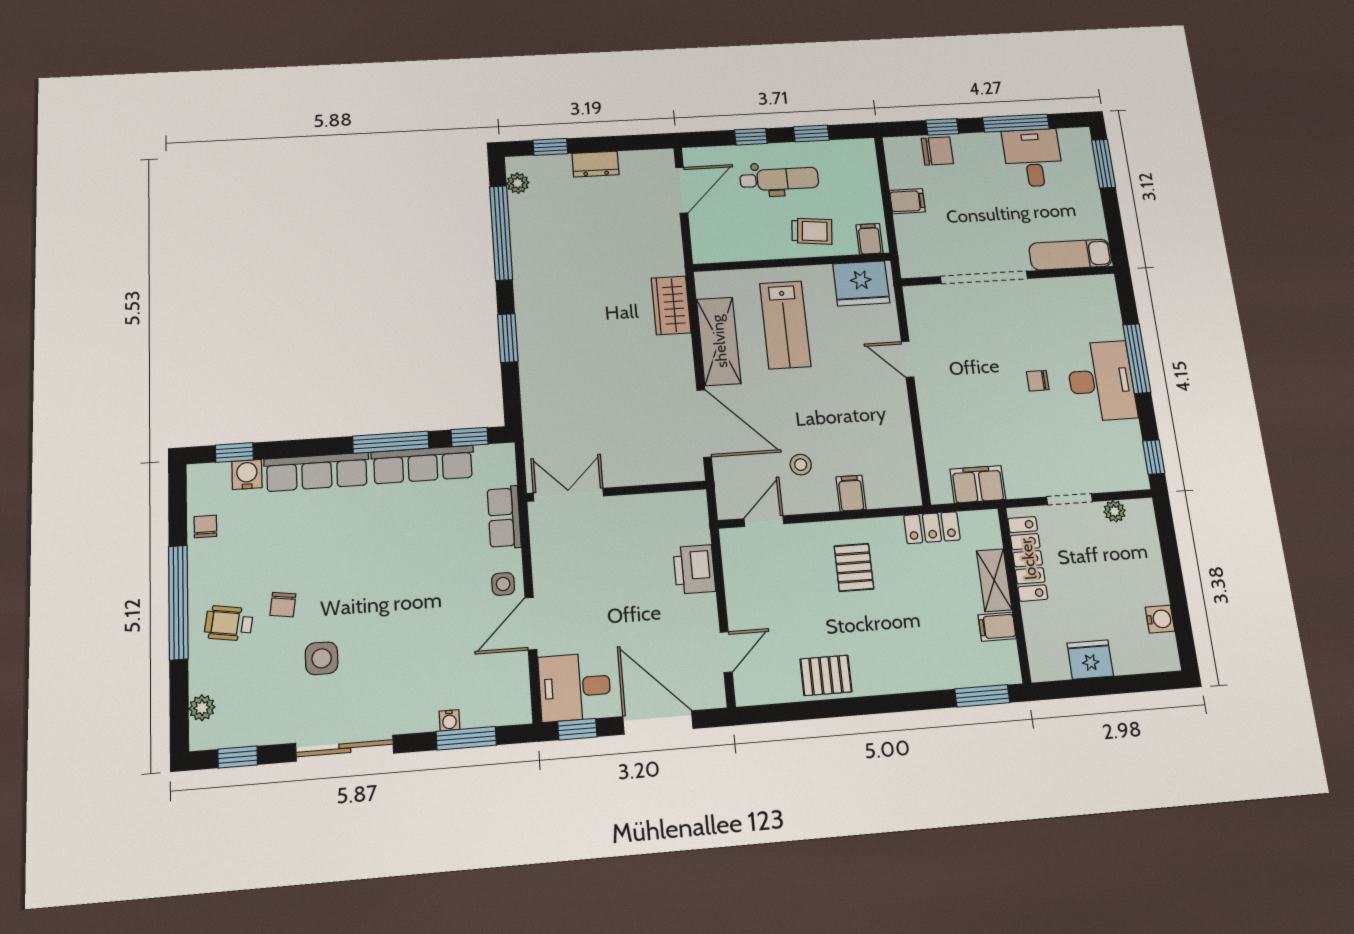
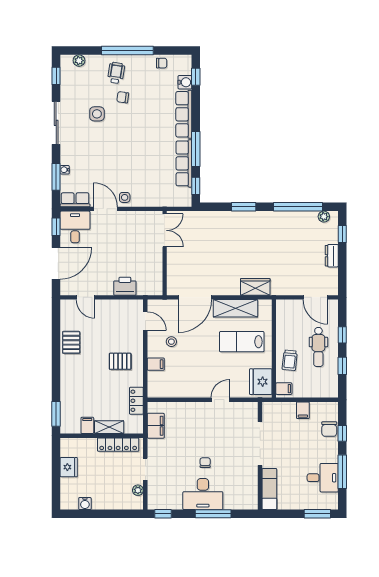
row of seats: (504, 517) -> (75, 200), moved

